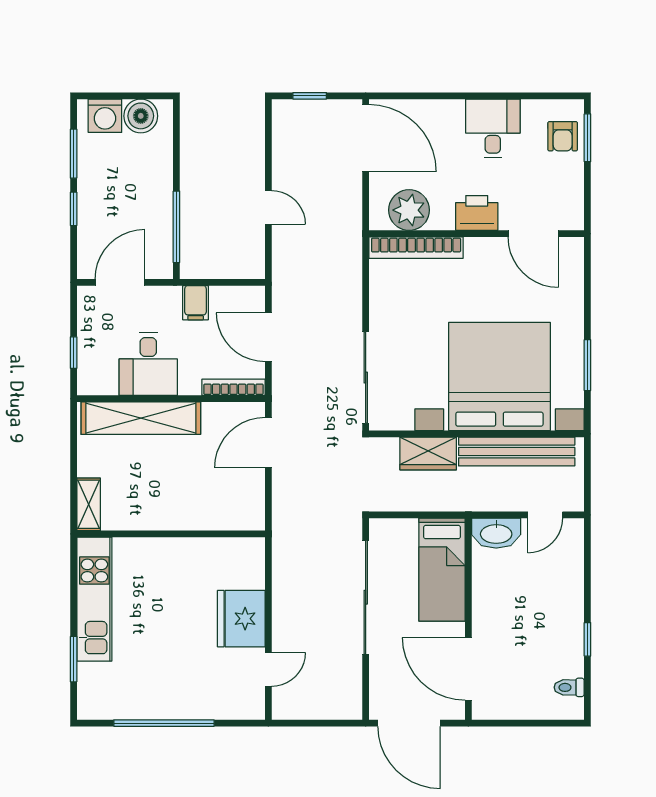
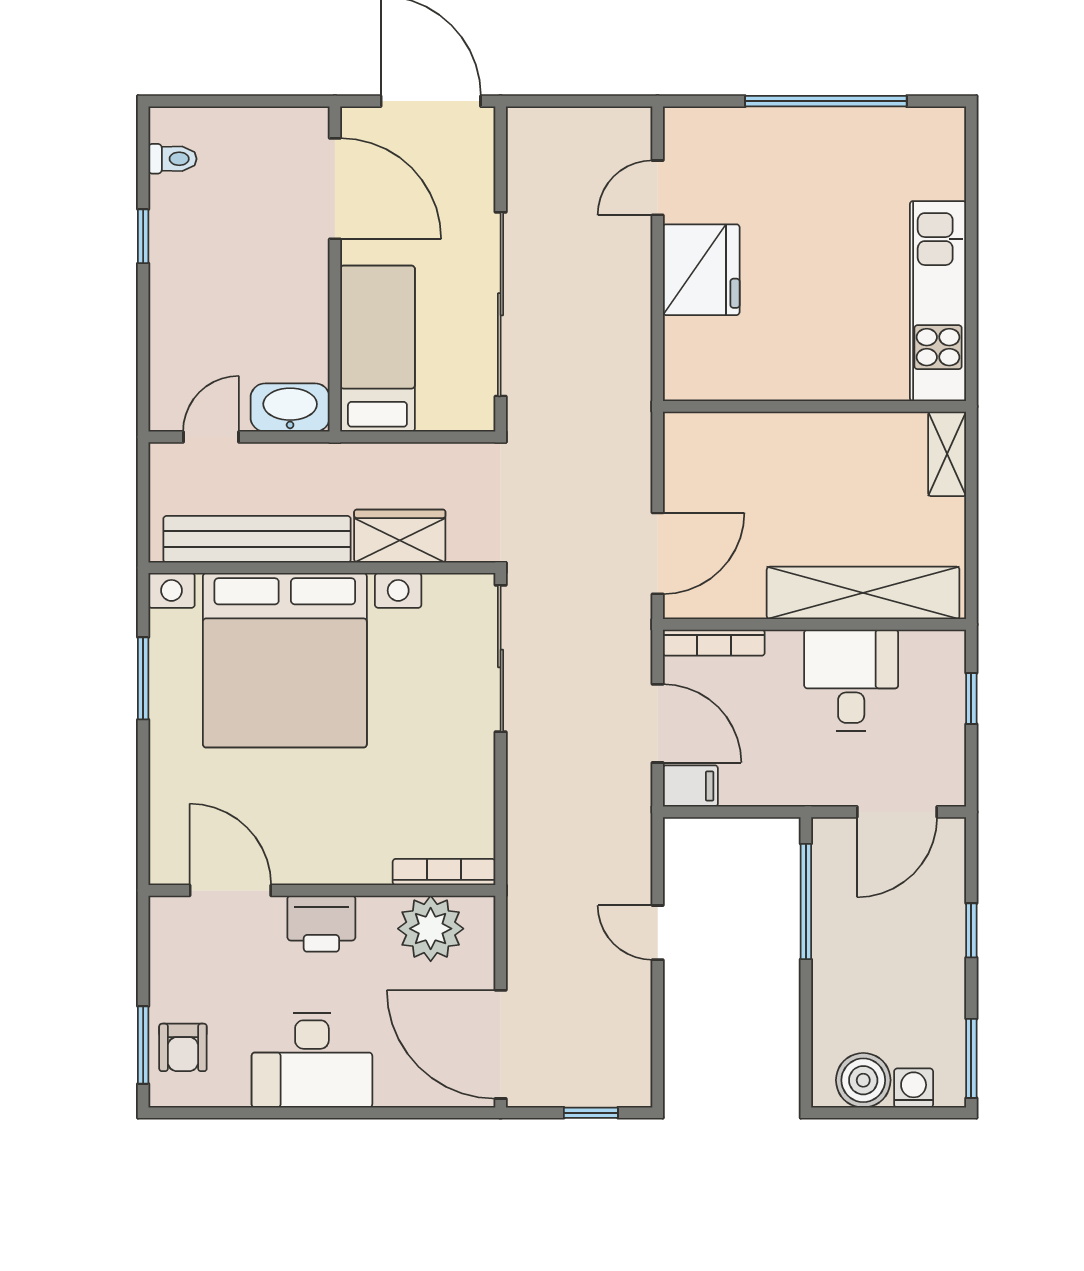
washing machine: (105, 116) -> (914, 1088), width x0.73, depth x0.73
desk: (493, 128) -> (312, 1060), width x1.37
armchair: (563, 136) -> (183, 1047), turned 180
window: (74, 154) -> (971, 1058), moved
bookcase: (416, 248) -> (444, 872), width x0.68, depth x0.76
filing cabinet: (196, 303) -> (690, 786), moved, turned 90
window: (74, 659) -> (971, 204), removed

